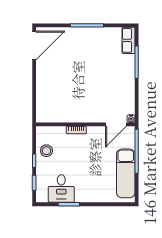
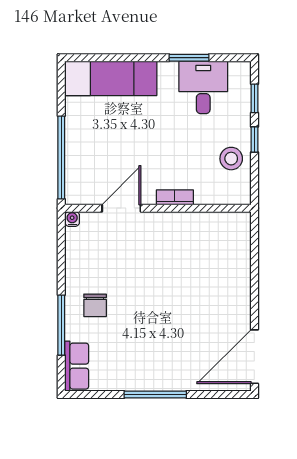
chair: (119, 73) -> (95, 305), added
door: (116, 124) -> (121, 208), moved
exam couch: (126, 173) -> (111, 78), moved, turned 90

